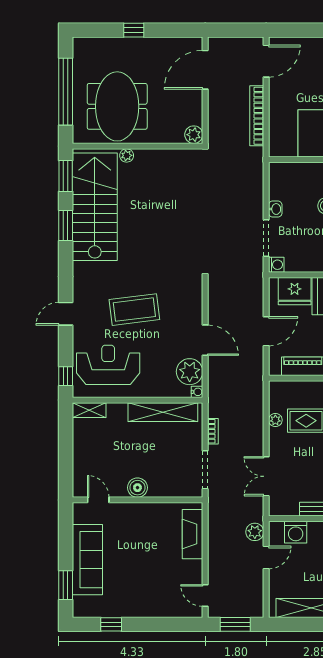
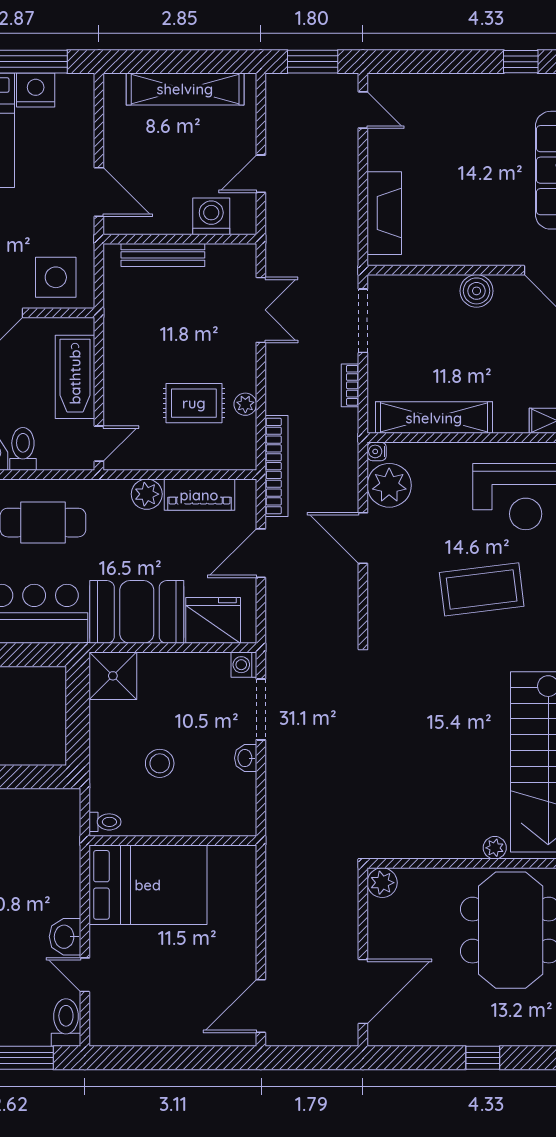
bookcase: (257, 116) -> (277, 466), moved
plant: (255, 532) -> (280, 217), removed

